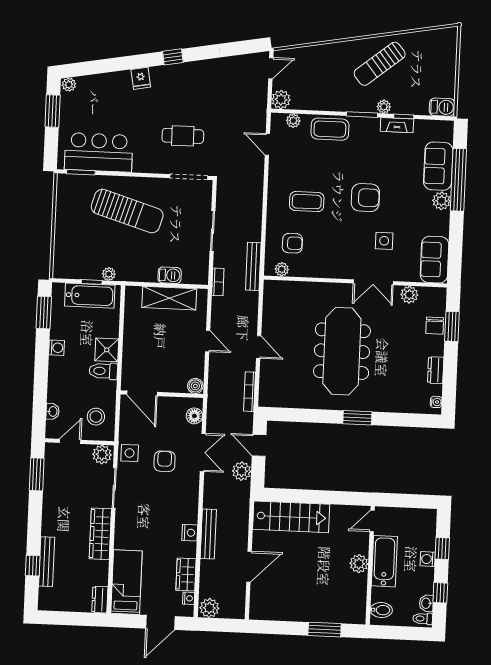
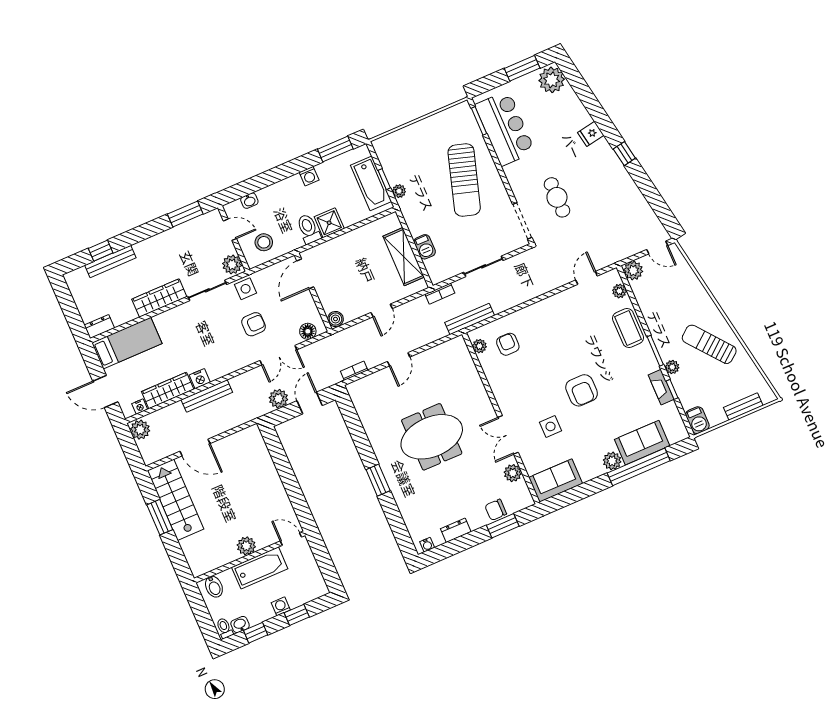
bench: (450, 60) -> (743, 406), added
plant: (69, 85) -> (552, 80), width x1.88, depth x1.88
coffee table: (307, 202) -> (552, 339), removed
armchair: (292, 243) -> (508, 344), turned 180
meeting table: (342, 351) -> (432, 437), width x0.73
bookcase: (250, 392) -> (354, 371), width x0.64
stairs: (291, 517) -> (175, 500), moved, turned 180
wardrobe: (186, 575) -> (168, 390), width x1.50
window: (325, 630) -> (160, 517), moved

